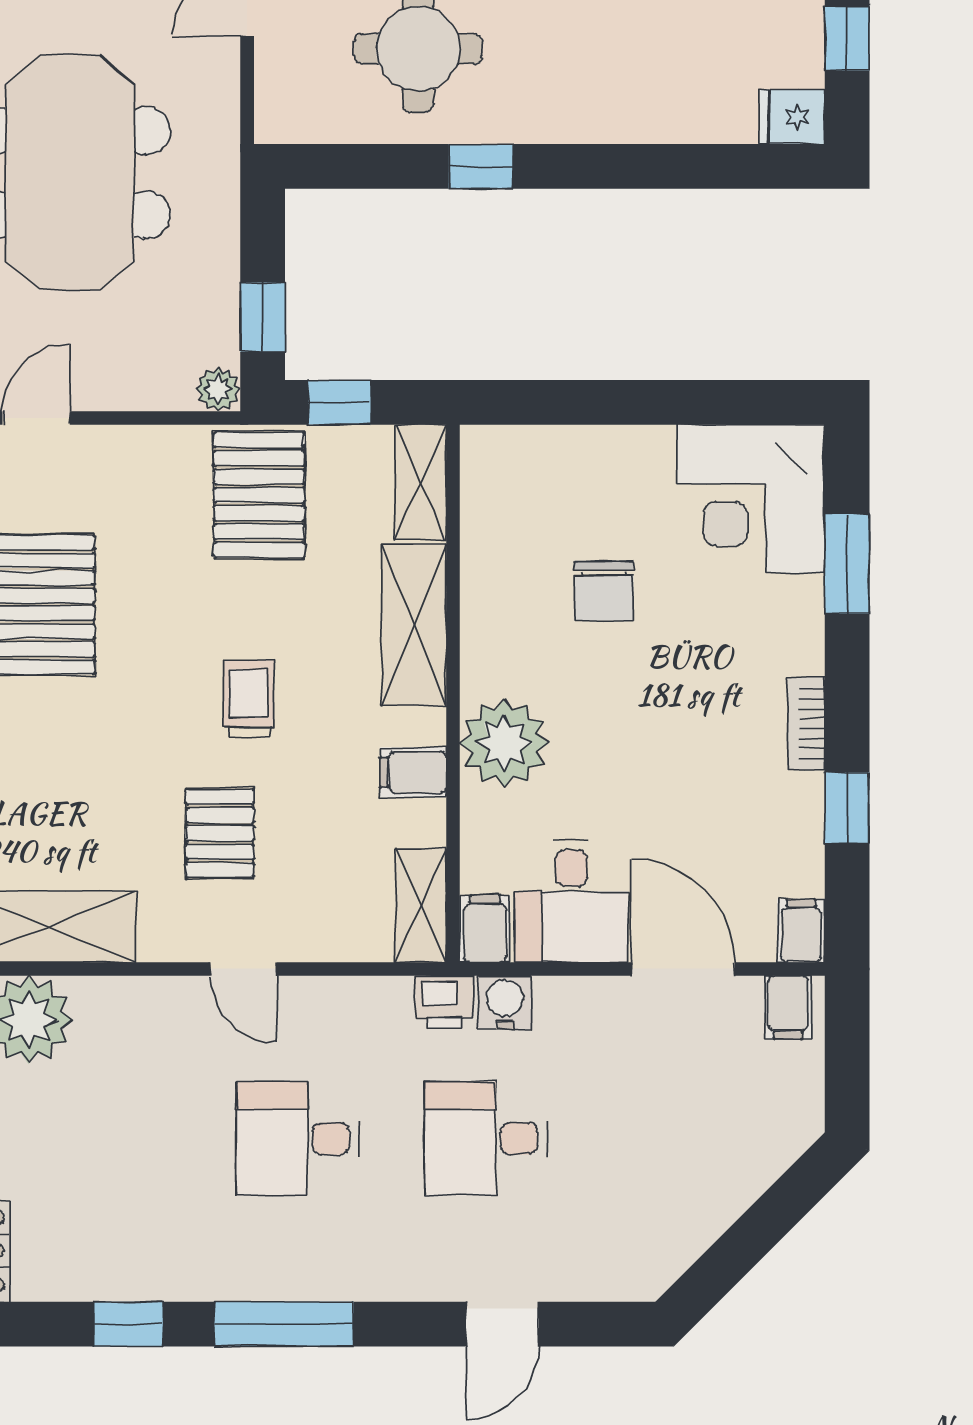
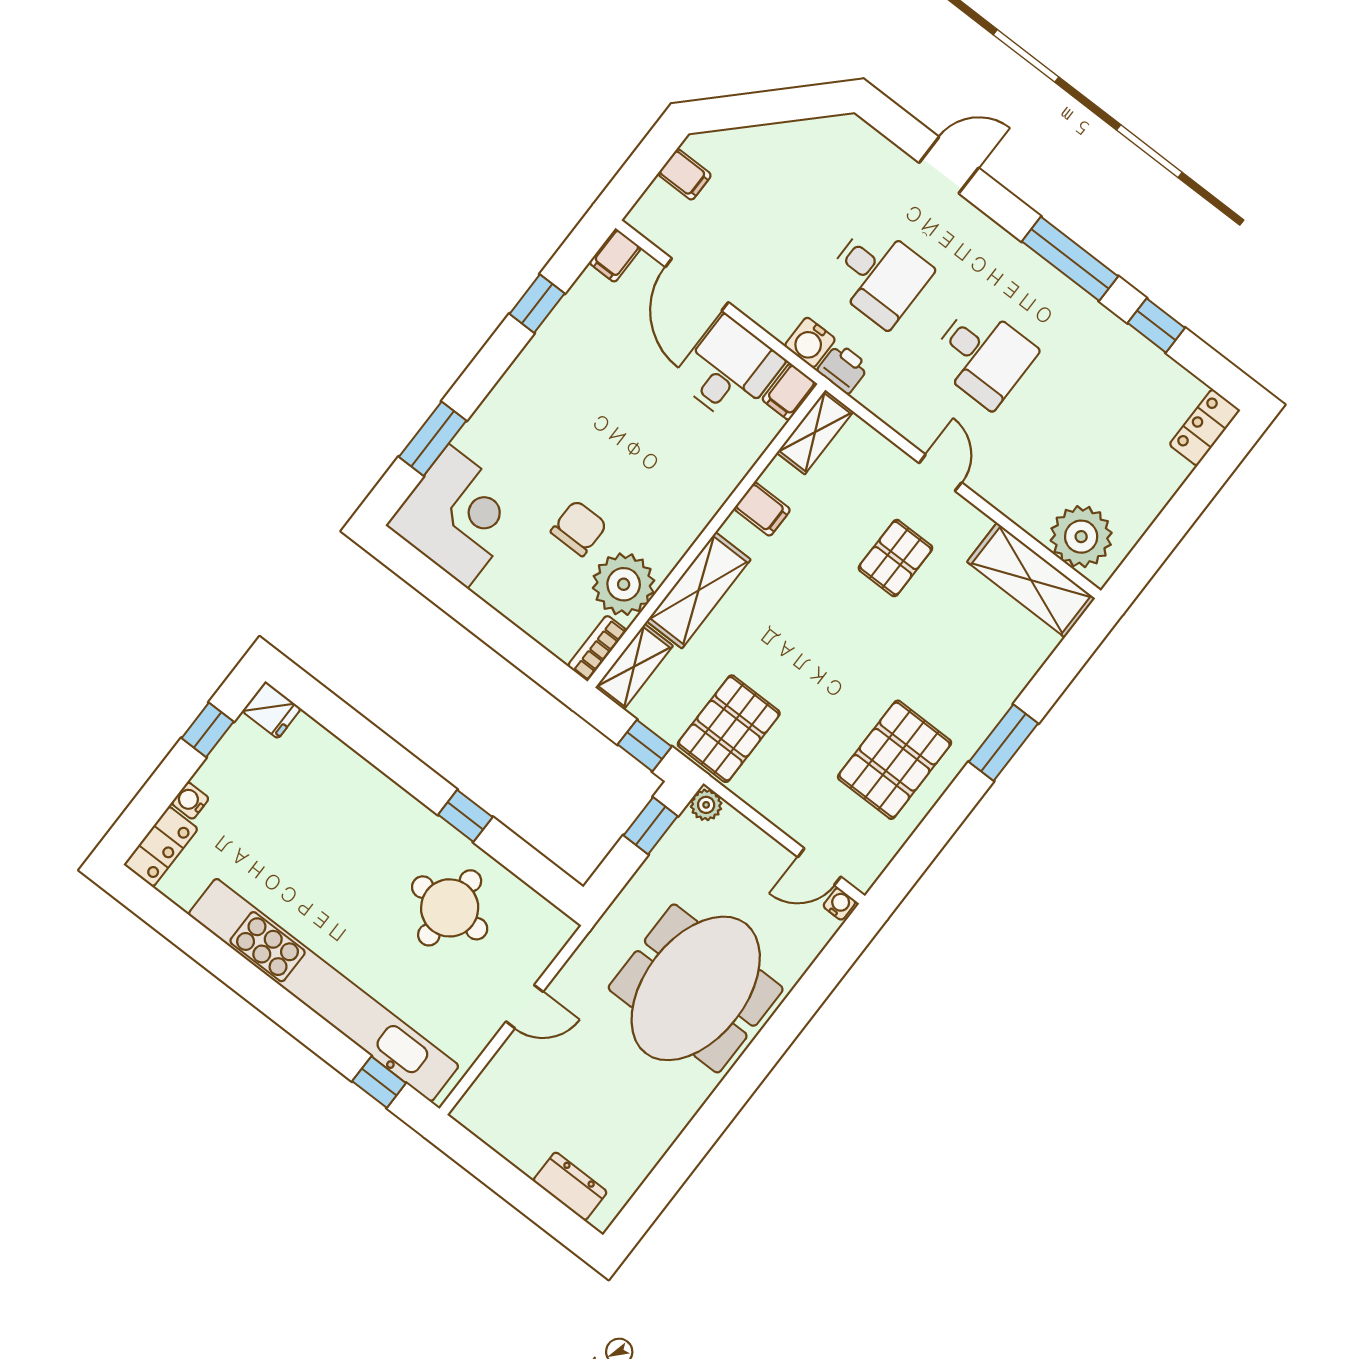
trolley: (249, 699) -> (822, 620), removed
bookcase: (806, 723) -> (597, 648), moved, turned 180
plant: (504, 743) -> (624, 584), moved
filing cabinet: (788, 1007) -> (685, 174), moved, turned 90

